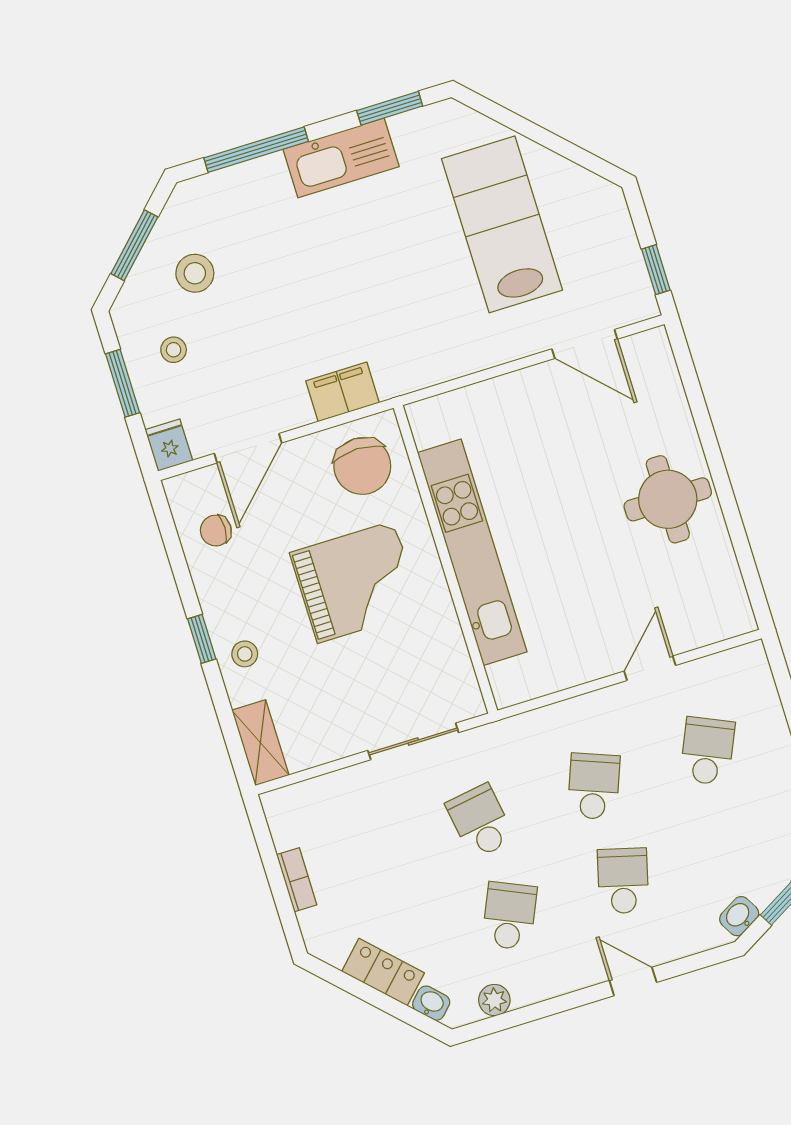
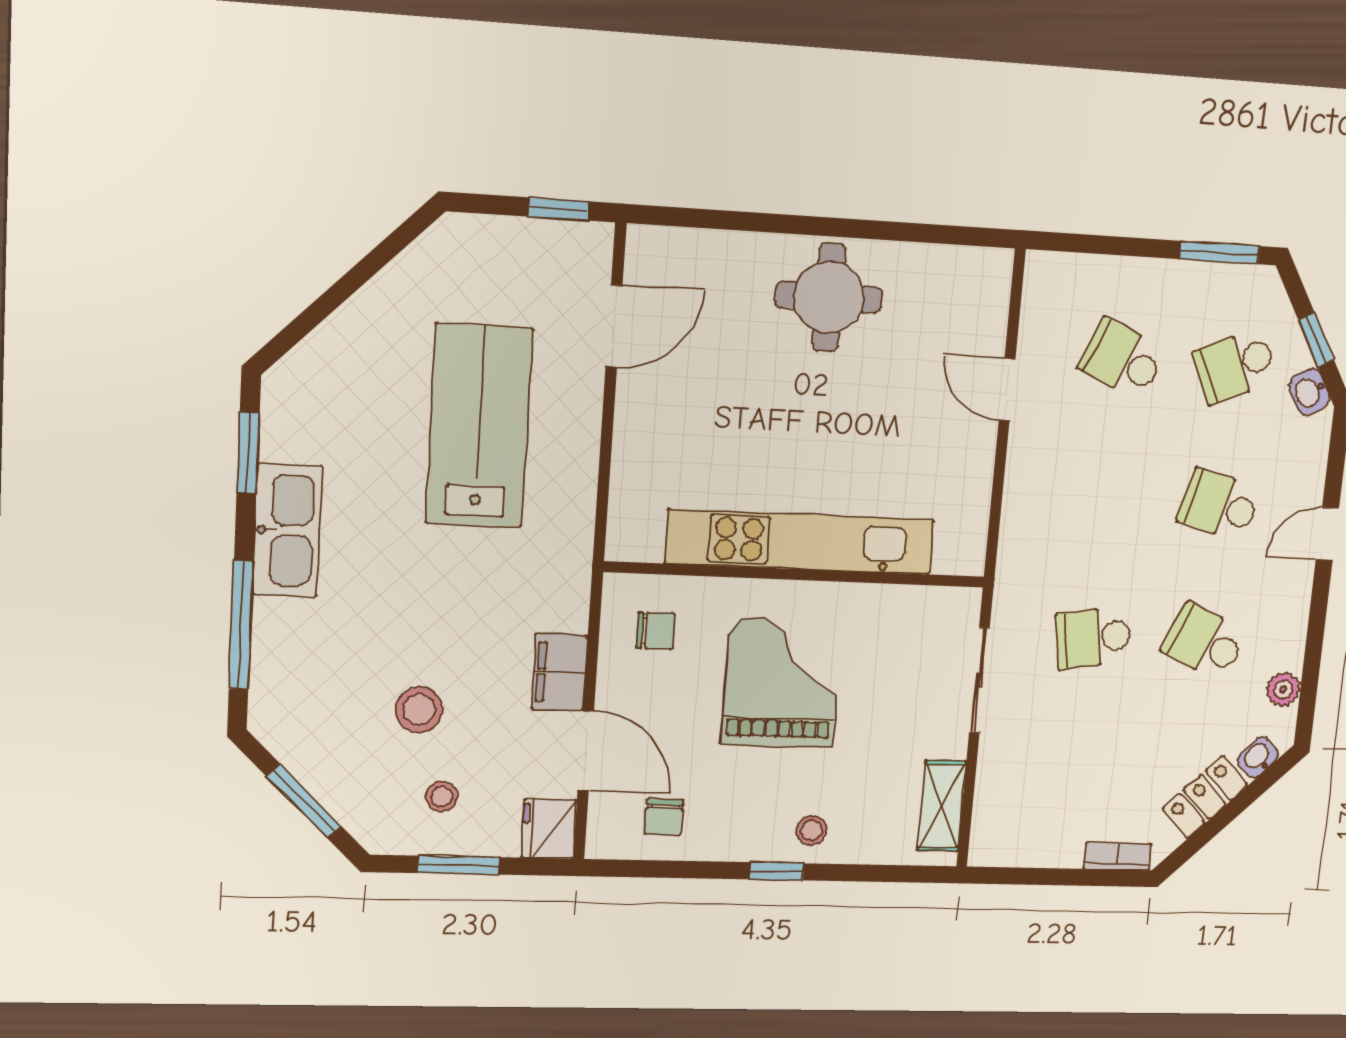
lab bench: (502, 224) -> (479, 426), moved, turned 90
stool: (195, 273) -> (419, 710), moved
filing cabinet: (343, 392) -> (560, 672), moved
fridge: (169, 445) -> (549, 829), width x1.38
chair: (362, 466) -> (655, 631), width x0.54, depth x0.54
shelving: (260, 743) -> (942, 806), moved, turned 90
school desk: (594, 786) -> (1235, 366), moved, turned -45
bookcase: (297, 880) -> (1118, 856), moved

